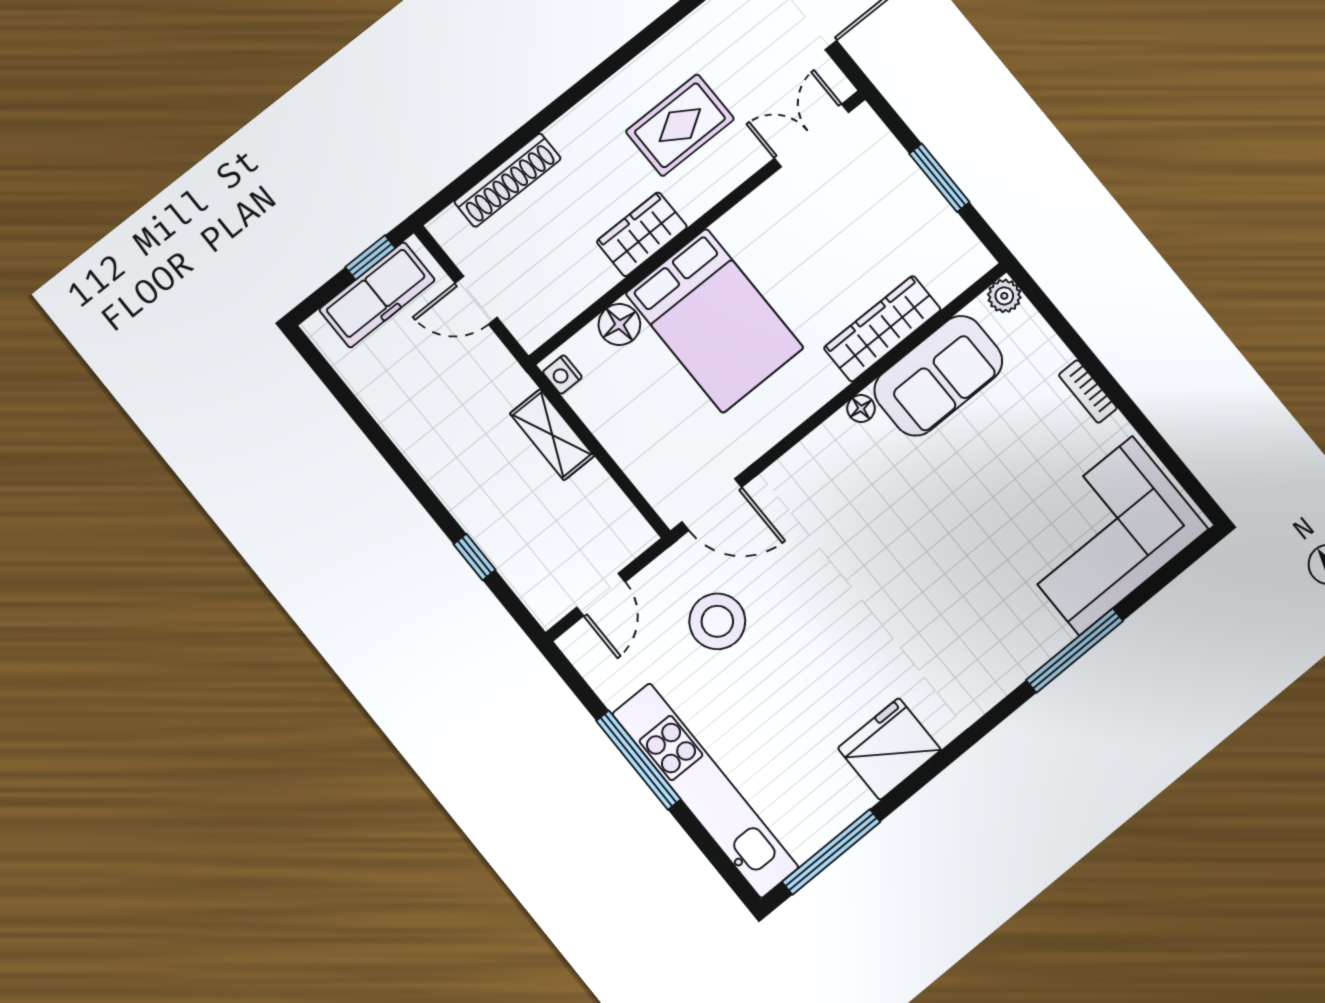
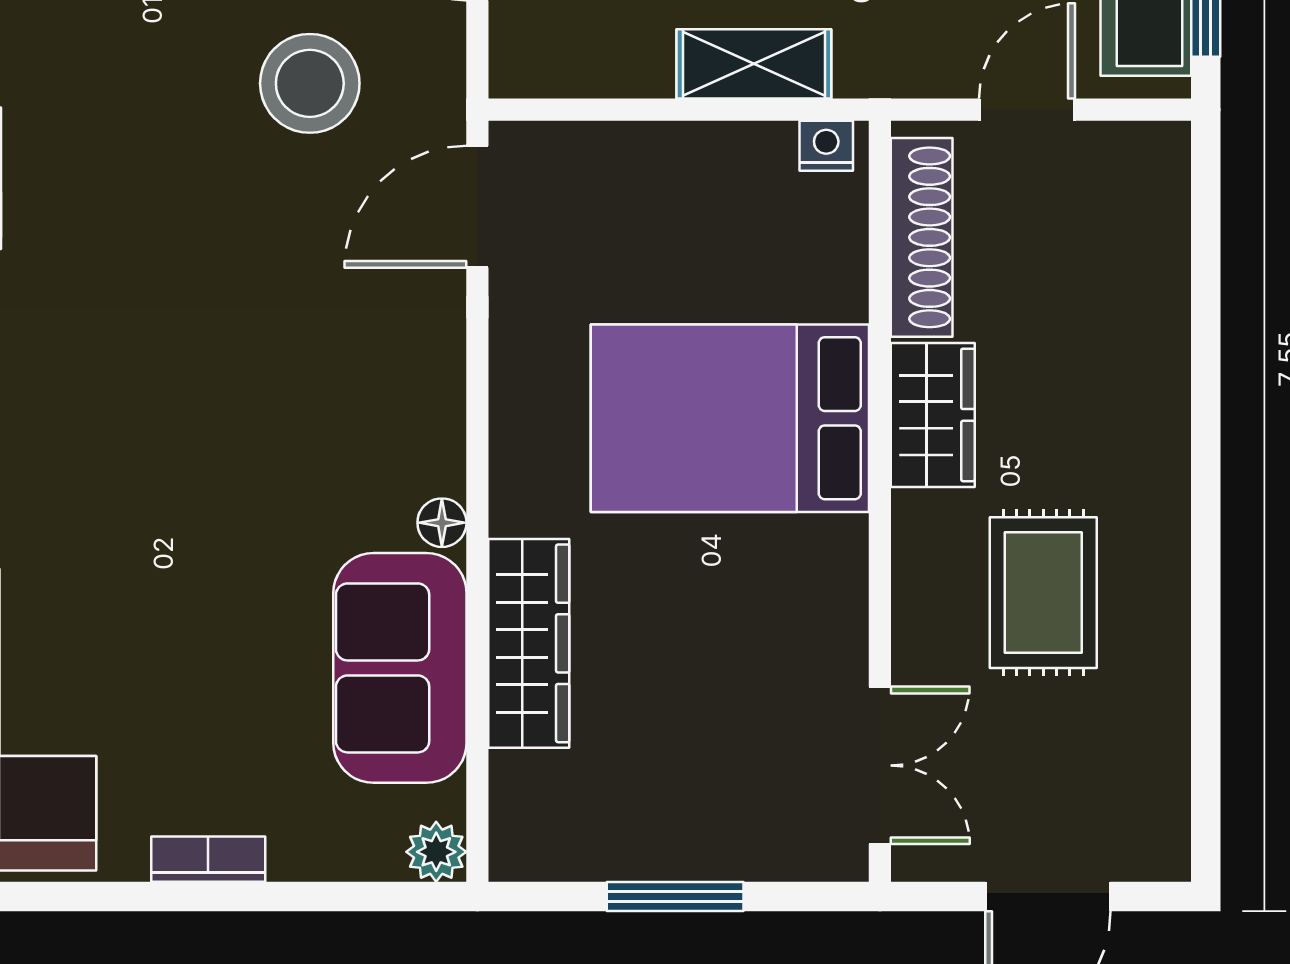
shoe rack: (508, 180) -> (922, 237), moved, turned 180
floor lamp: (619, 324) -> (832, 281), removed

